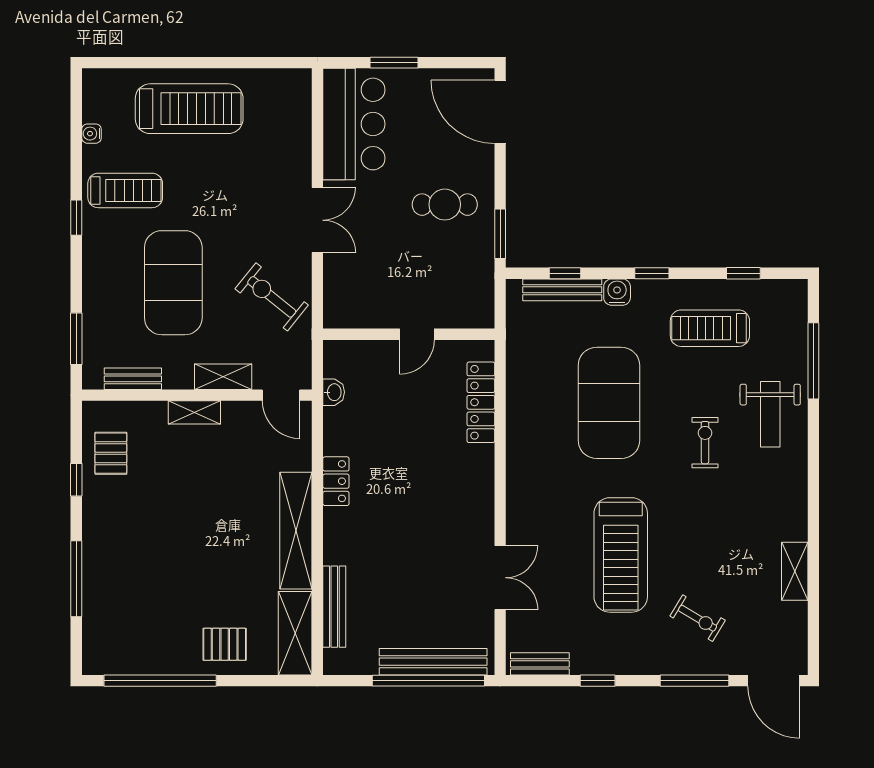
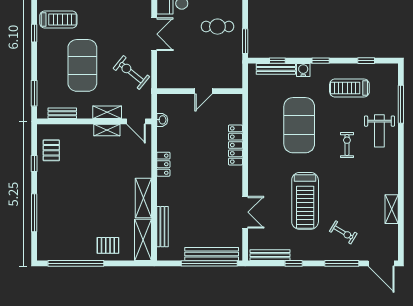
locker: (481, 402) -> (235, 145), moved
shelving: (194, 412) -> (107, 130), moved
shelving: (296, 531) -> (143, 198), width x0.68
bench: (540, 664) -> (270, 255), width x1.36

